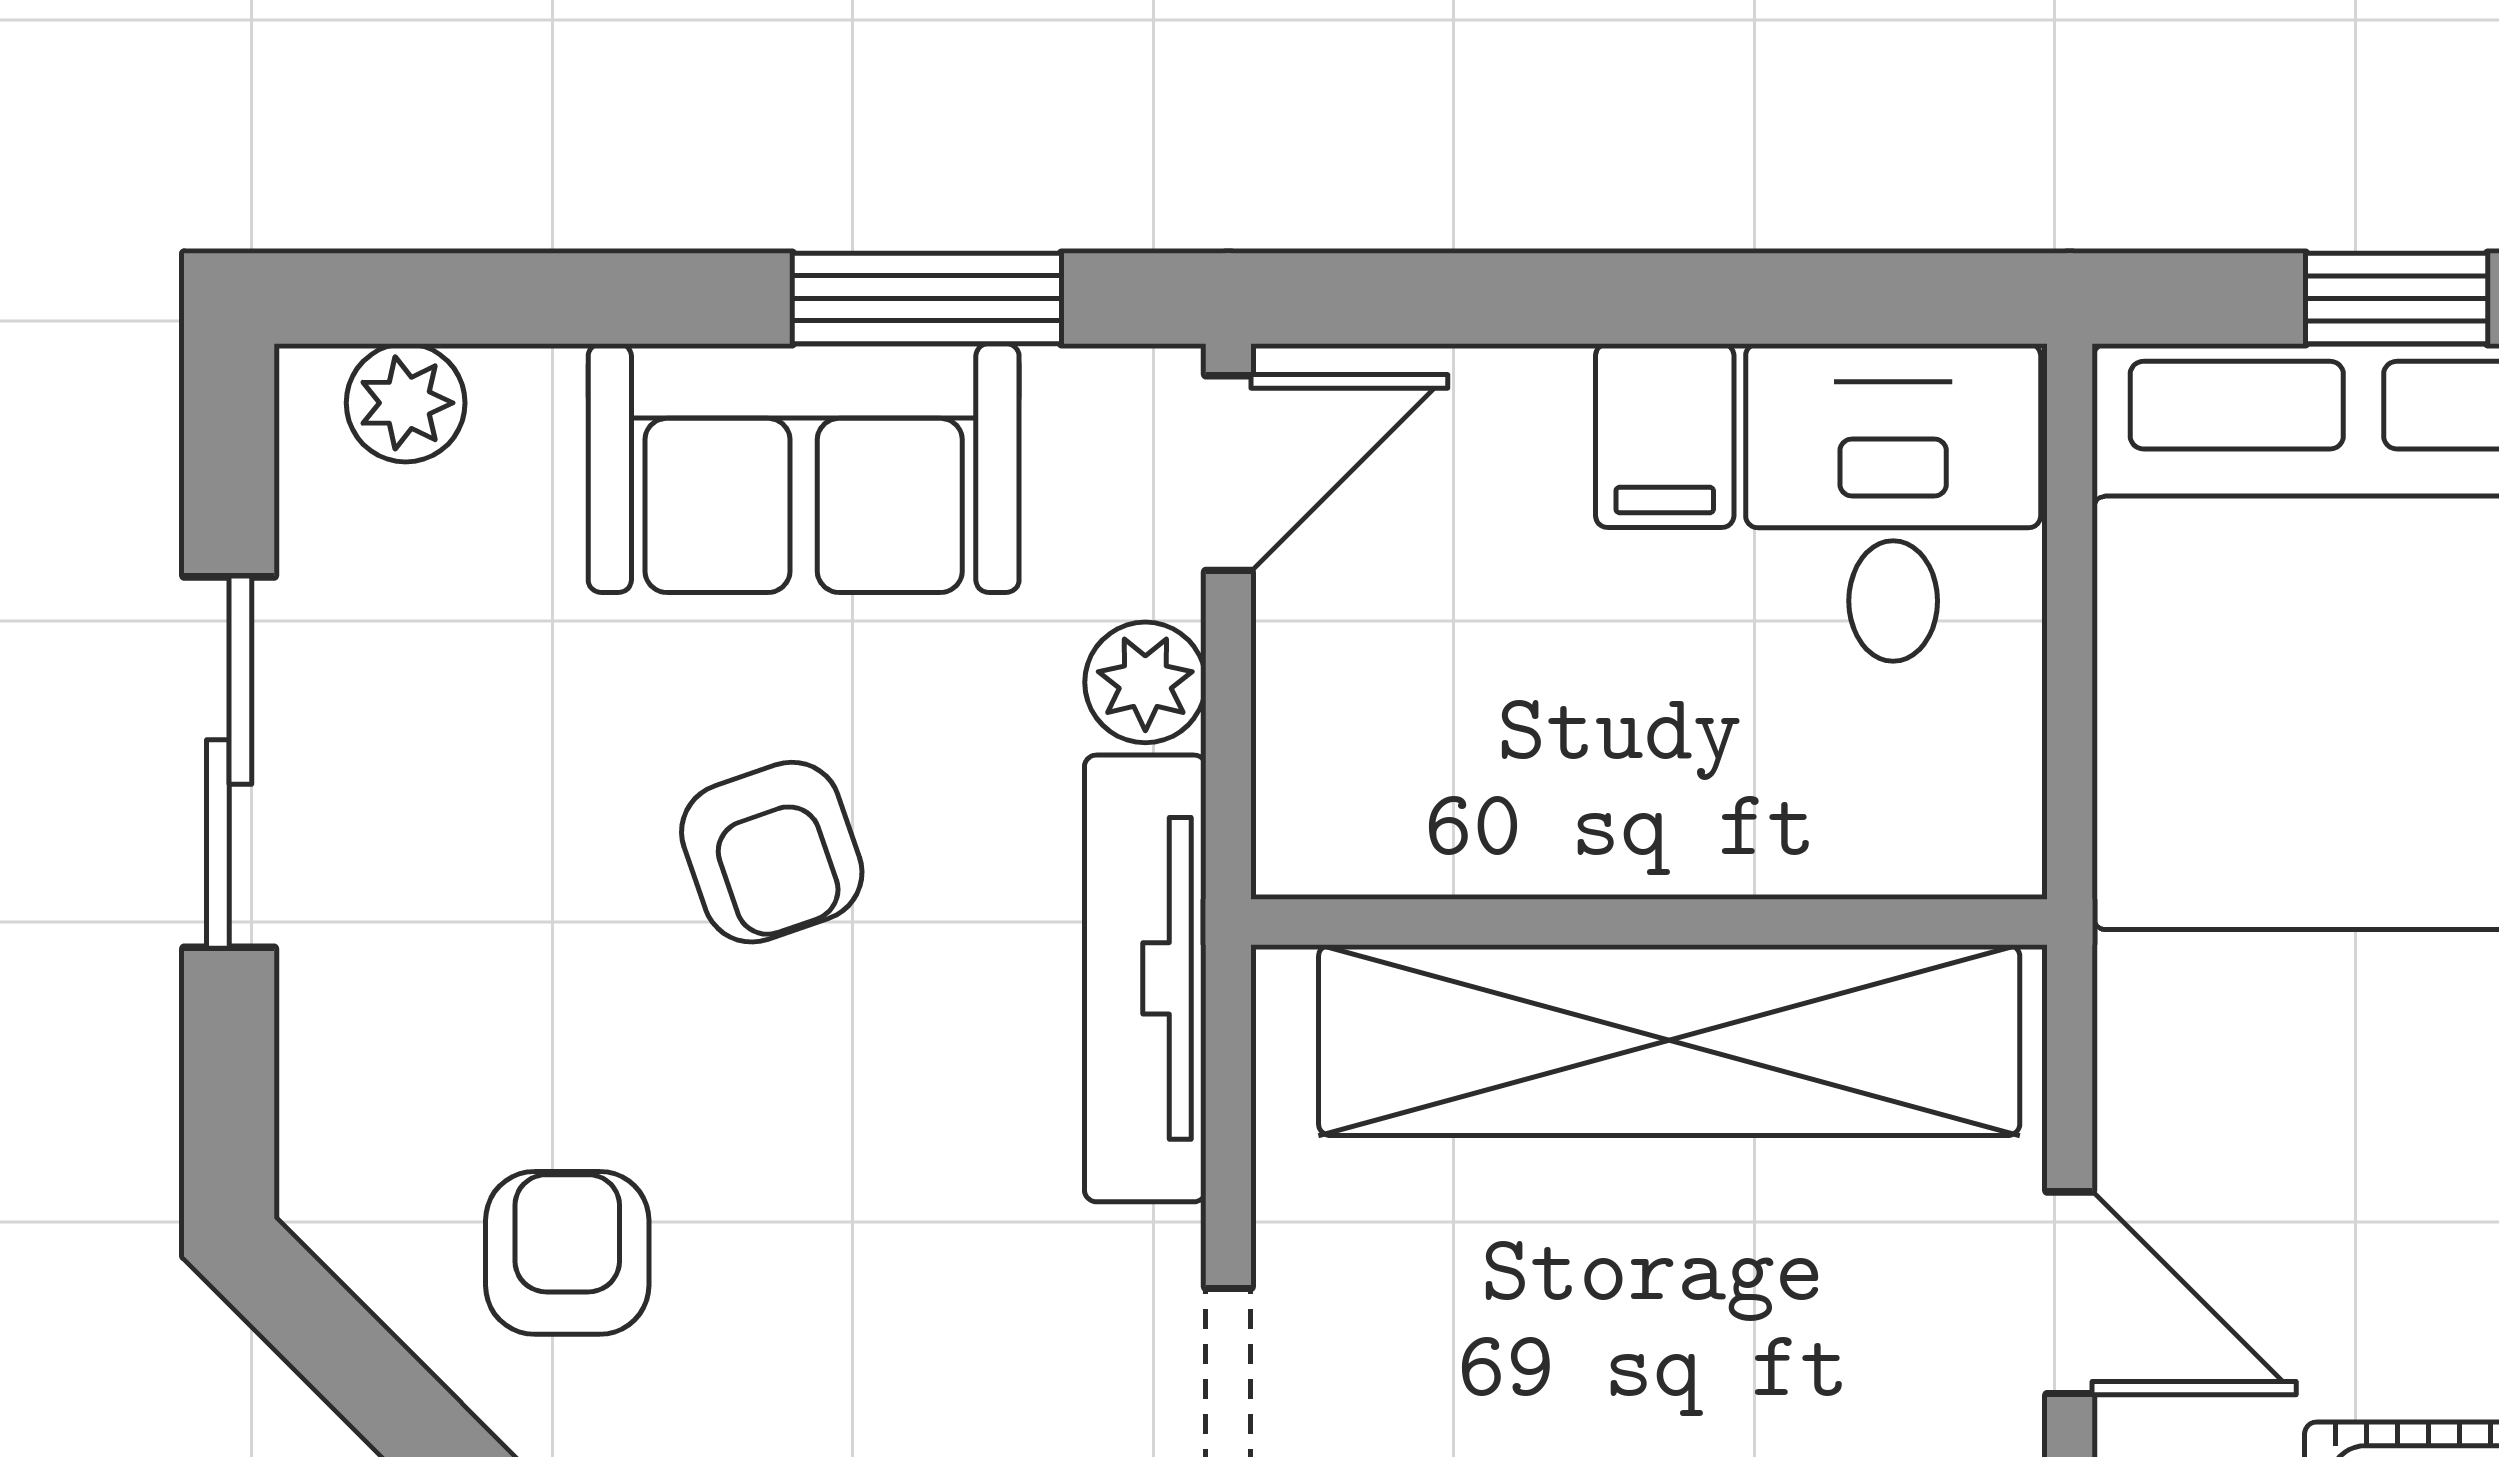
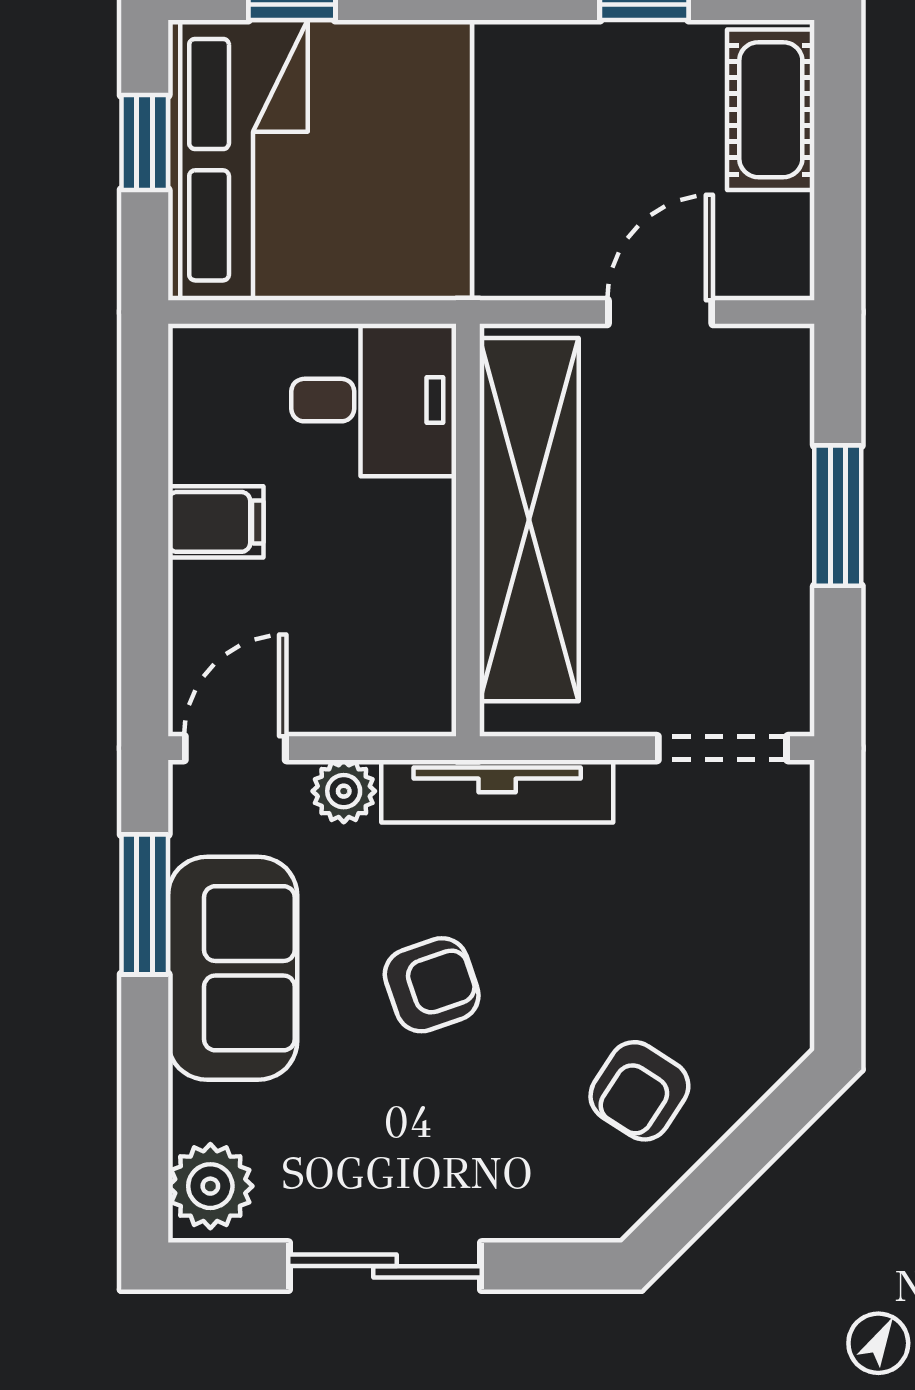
plant: (406, 403) -> (210, 1186), width x1.38, depth x1.38
door: (1228, 473) -> (235, 748), hinge flipped
desk: (1893, 502) -> (374, 400), moved, turned 180
armchair: (567, 1253) -> (639, 1091), turned -57

